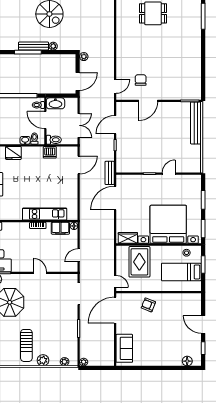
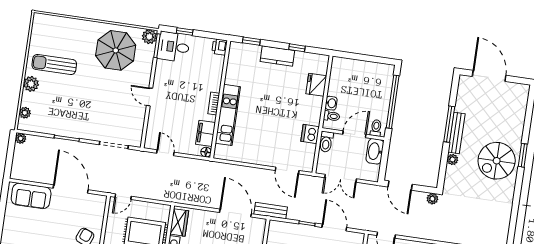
door: (40, 273) -> (149, 97), swing flipped
door: (115, 310) -> (71, 189), moved

